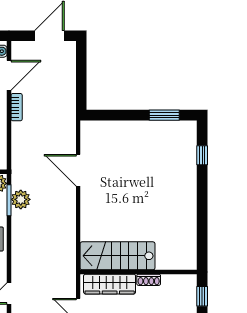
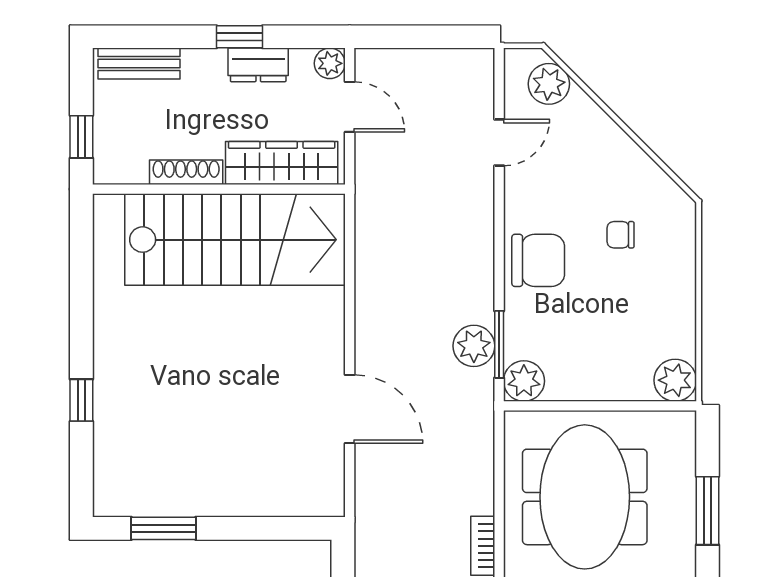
window: (202, 155) -> (81, 400), moved
stairs: (118, 256) -> (235, 240), width x1.36, depth x1.51
shoe rack: (149, 280) -> (186, 172), width x1.43

